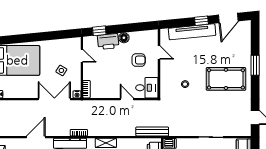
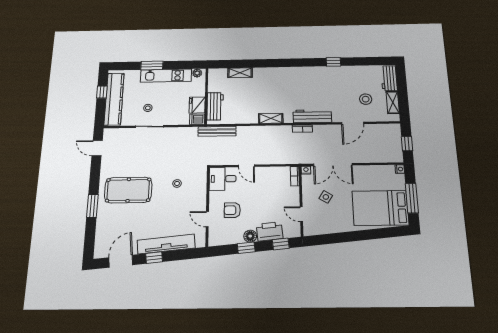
window: (127, 28) -> (246, 248), added

